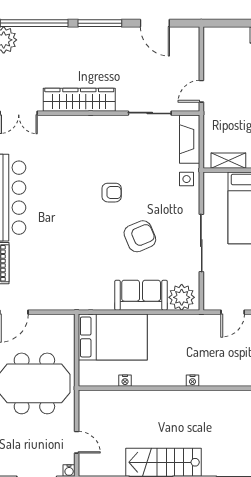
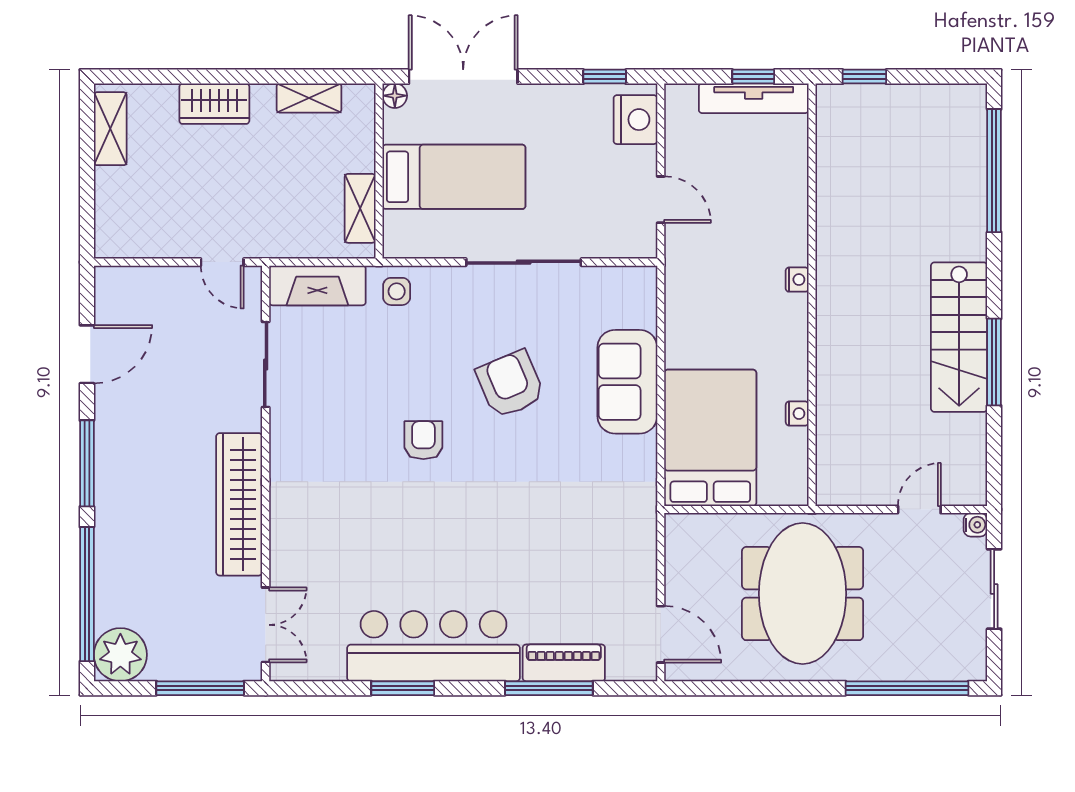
plant: (182, 297) -> (631, 301), removed

